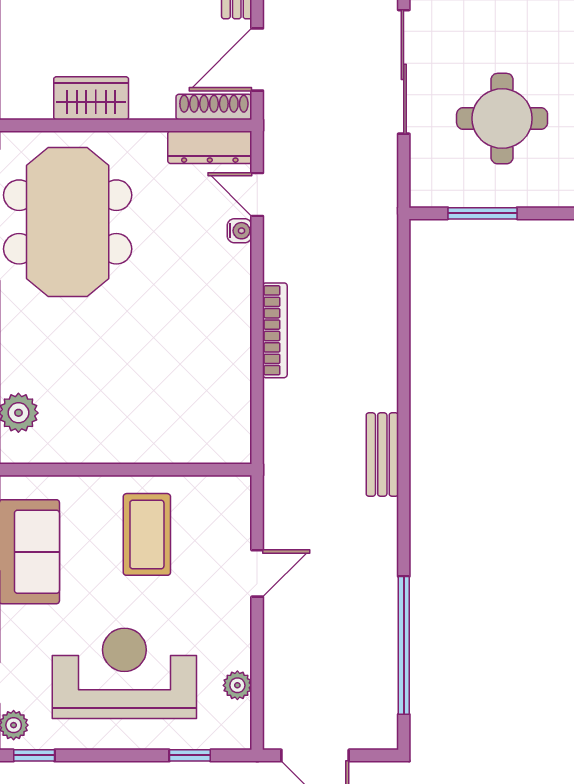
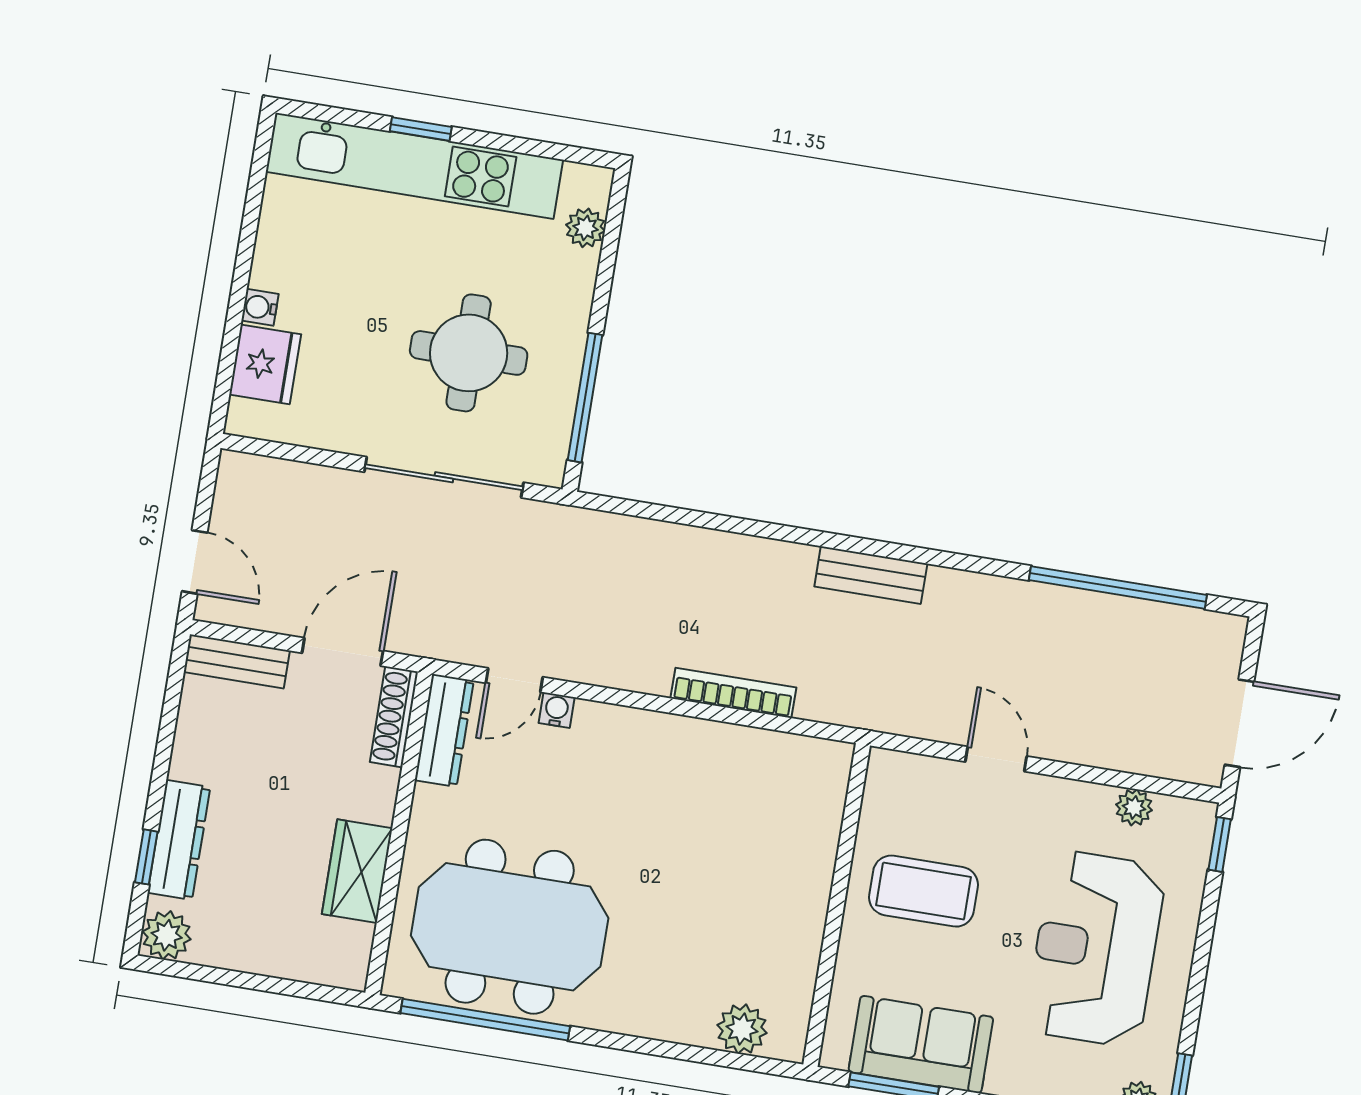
door: (257, 60) -> (343, 652), swing flipped
sliding door: (404, 72) -> (444, 477), moved
window: (482, 213) -> (585, 398), width x1.44
bookcase: (275, 330) -> (733, 693), moved
window: (190, 755) -> (1220, 844), moved

